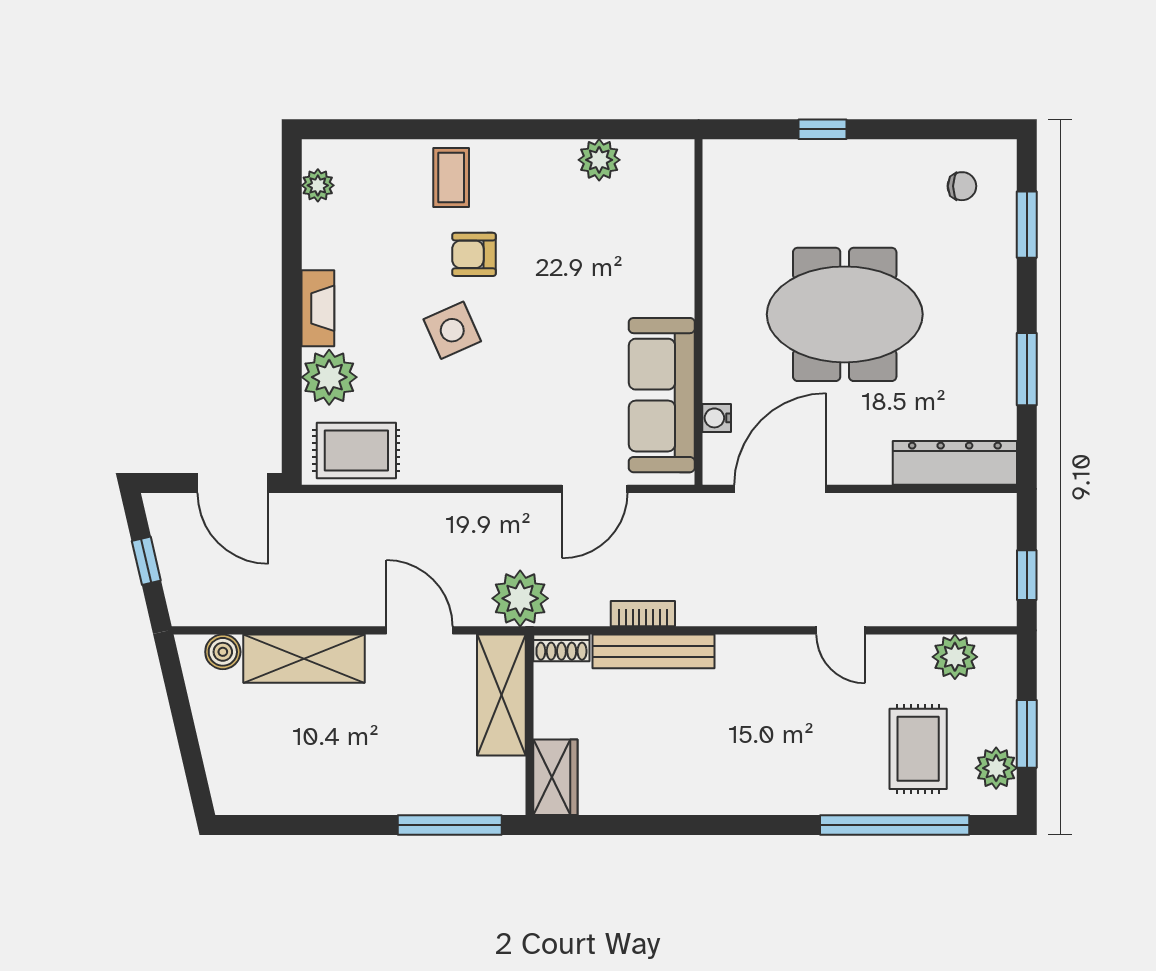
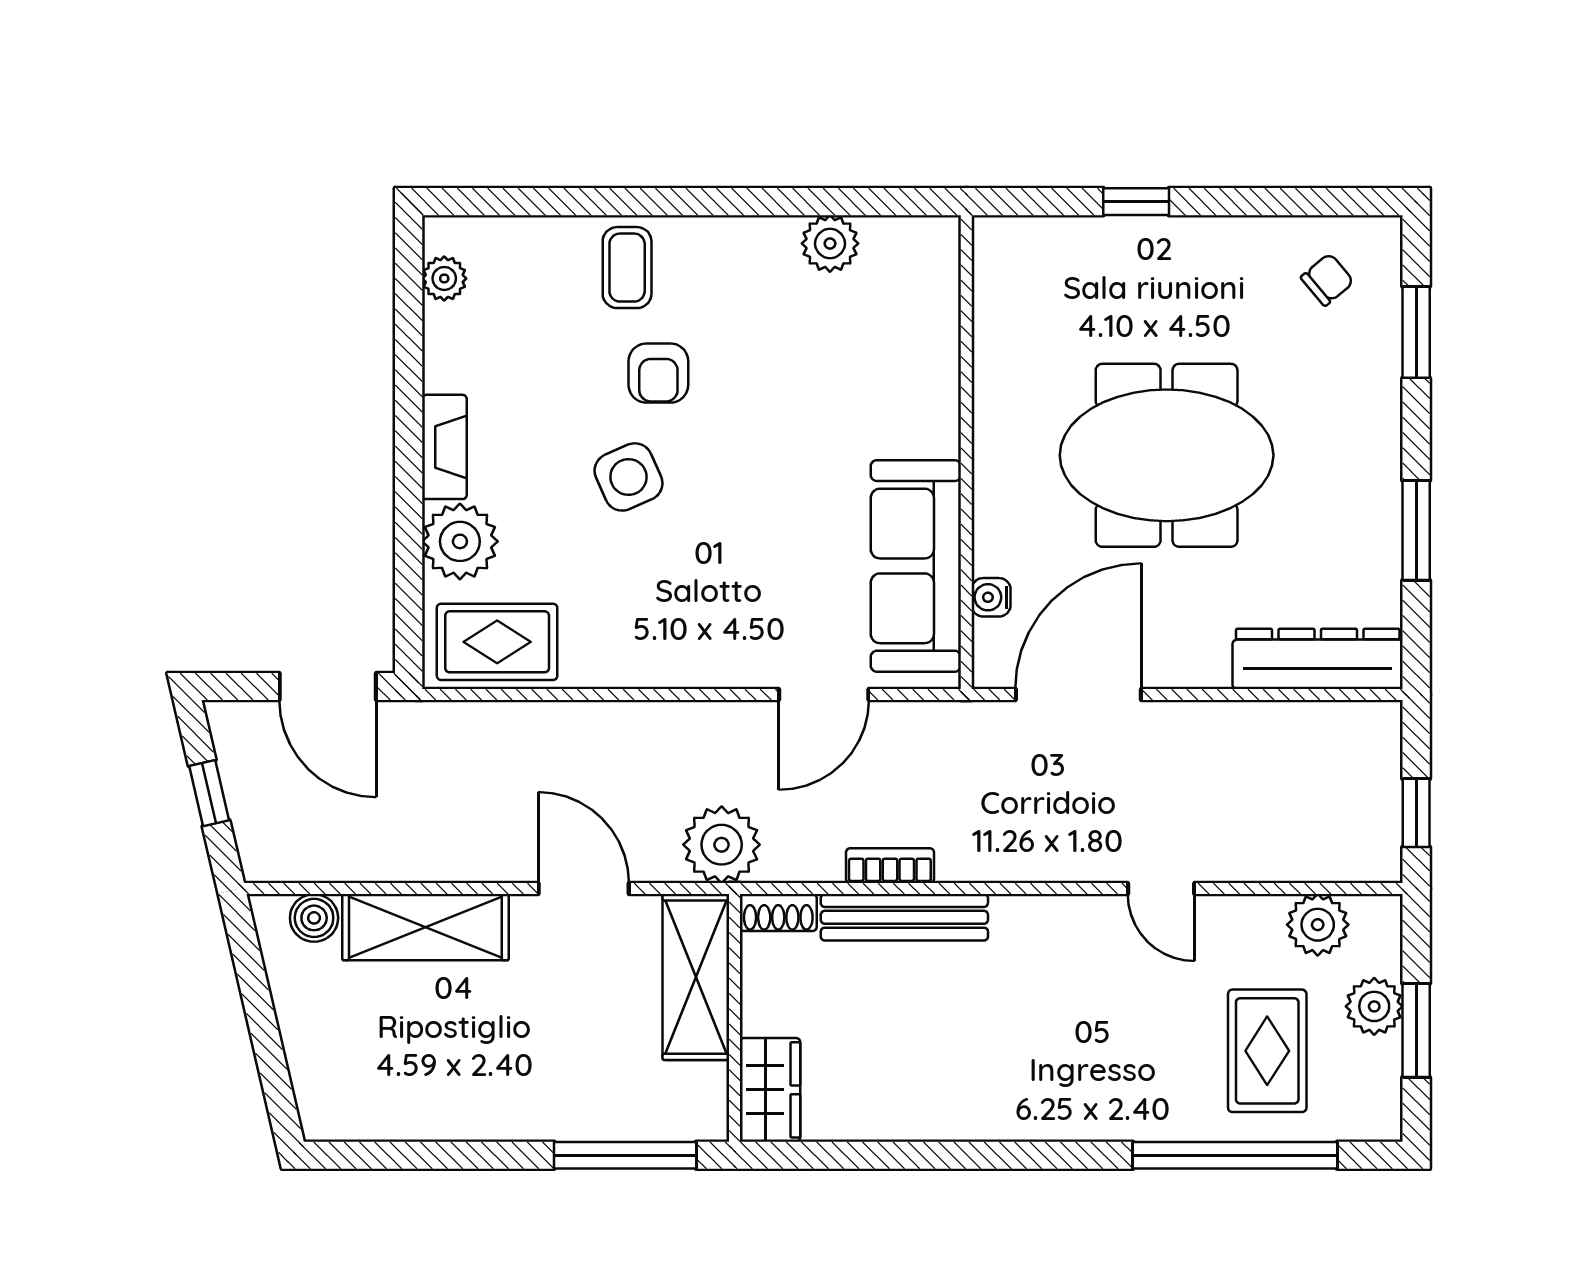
chair: (962, 186) -> (1327, 280), turned -40
armchair: (474, 254) -> (658, 373), turned -90
plant: (996, 768) -> (1374, 1006), moved

